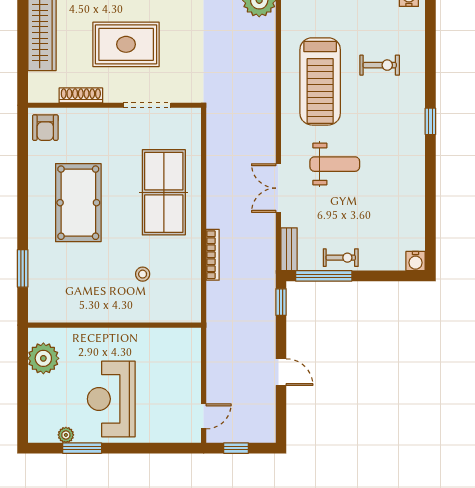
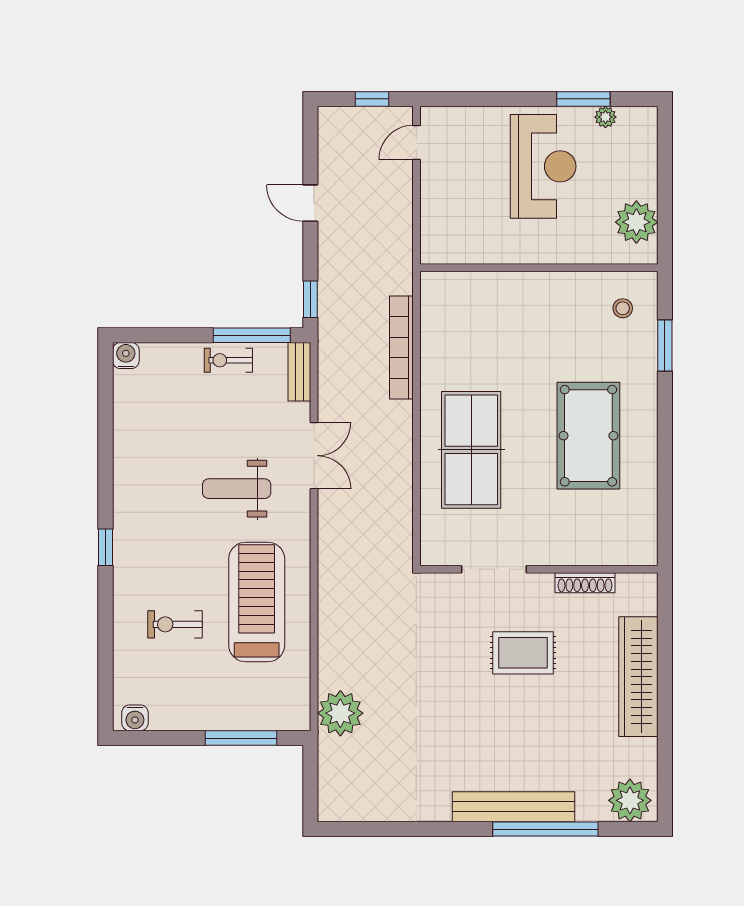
rug: (126, 44) -> (523, 653), width x0.73, depth x0.70
armchair: (45, 128) -> (634, 539), removed
bookcase: (213, 255) -> (401, 347), width x1.48, depth x1.31
stool: (143, 274) -> (623, 308), moved

